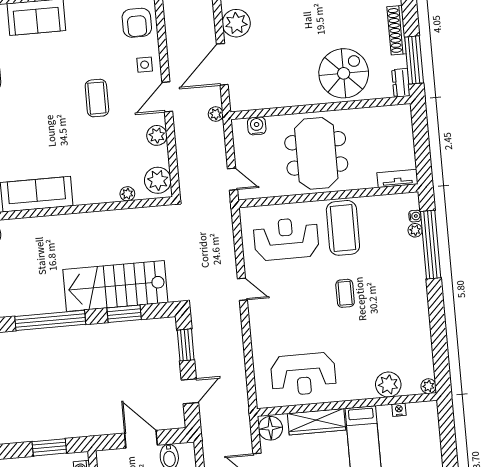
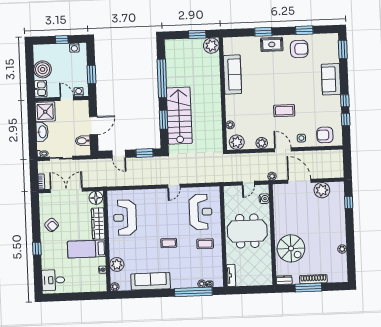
window: (414, 60) -> (308, 288), moved
door: (233, 179) -> (248, 183), moved
coffee table: (343, 228) -> (205, 244), width x0.54, depth x0.58
sofa: (415, 322) -> (151, 281), added

